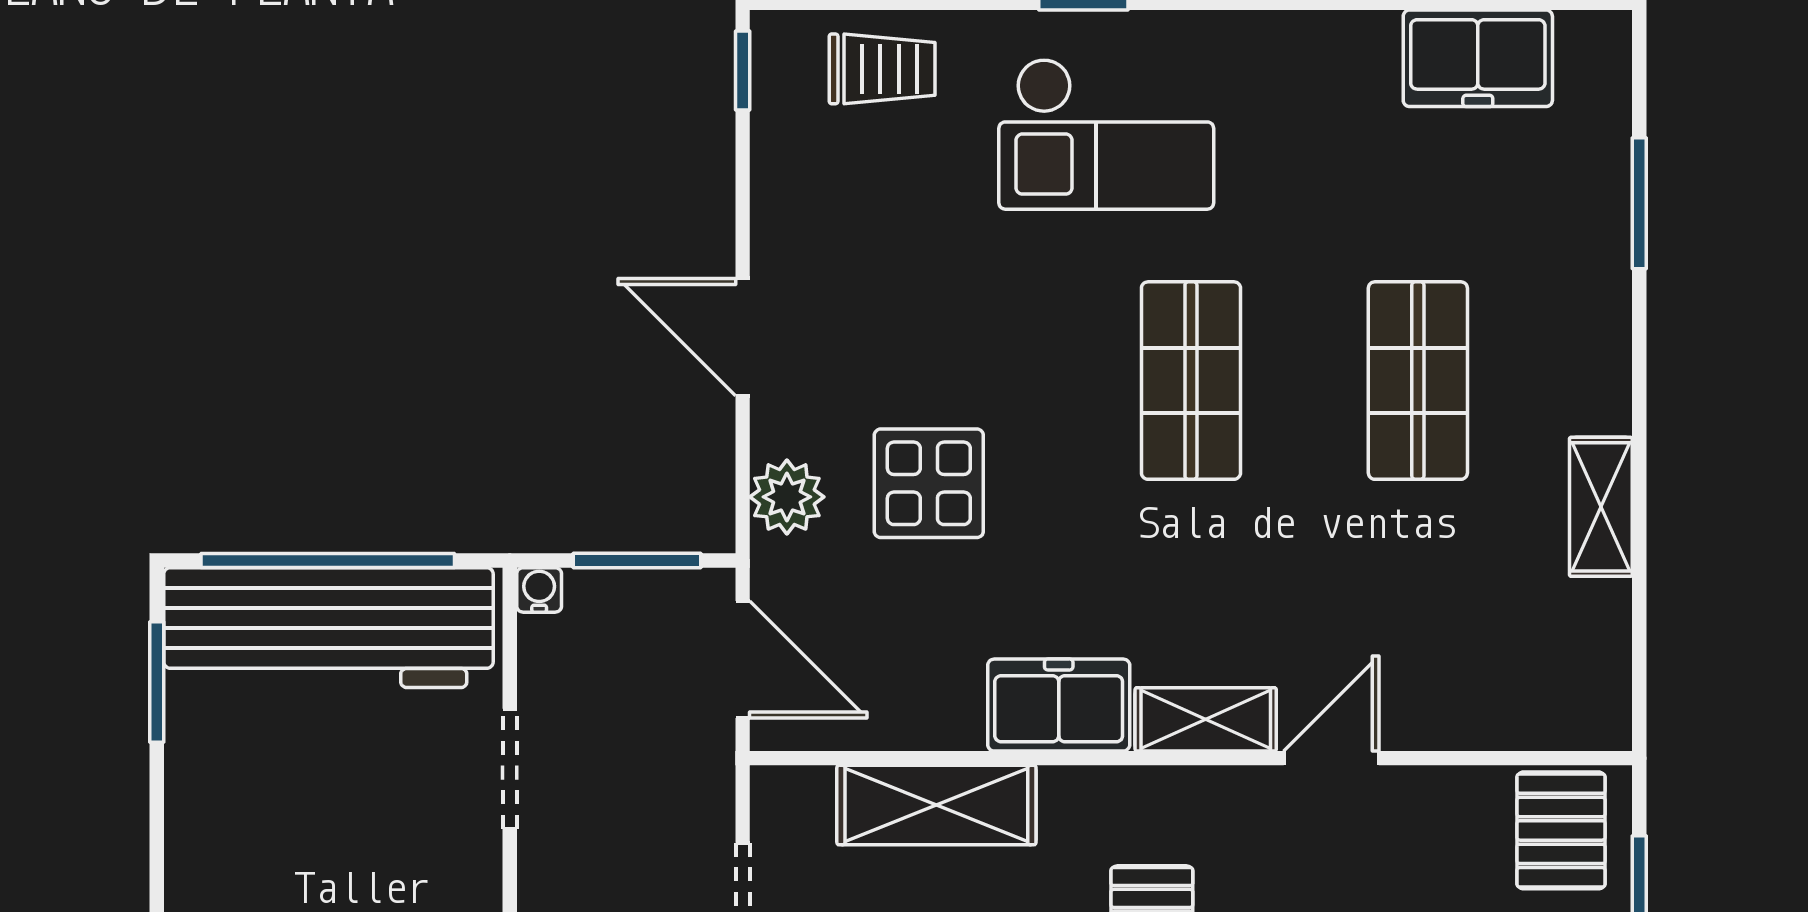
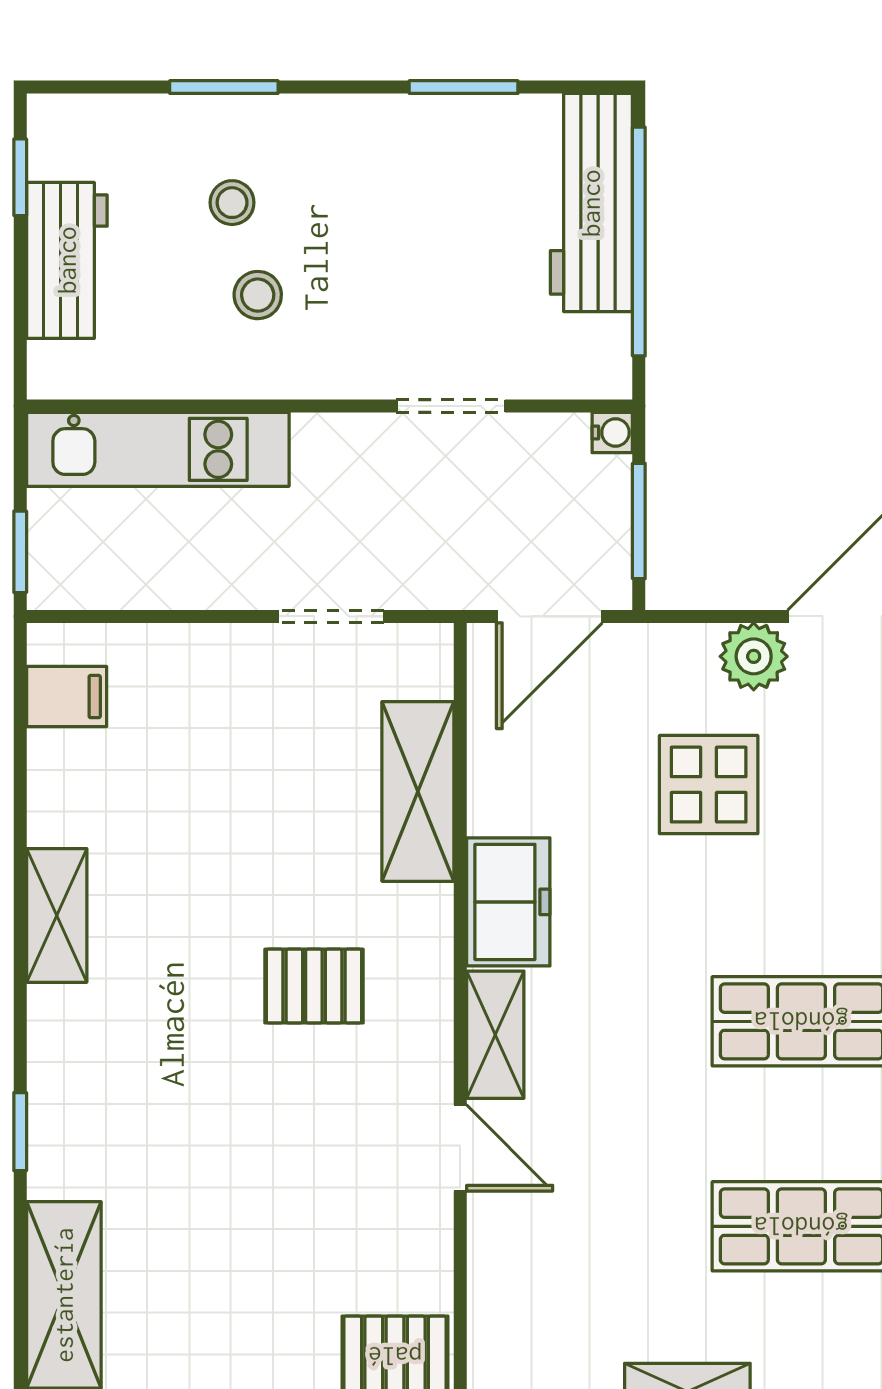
plant: (787, 497) -> (754, 656), moved
workbench: (328, 628) -> (591, 203), width x0.73, depth x0.76
window: (157, 682) -> (464, 87), moved

